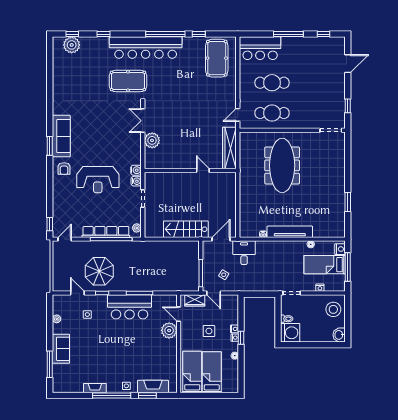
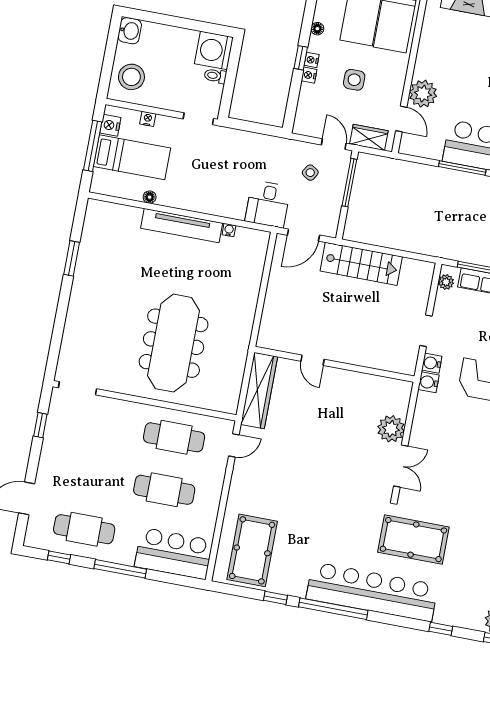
cafe table: (313, 52) -> (84, 529), added
nightstand: (340, 249) -> (110, 125), moved

